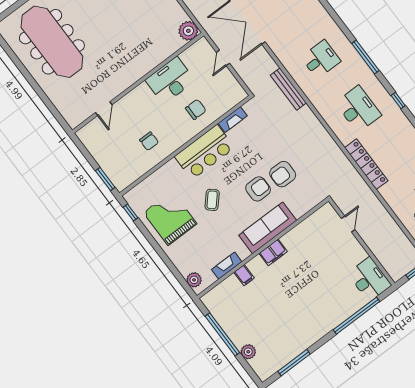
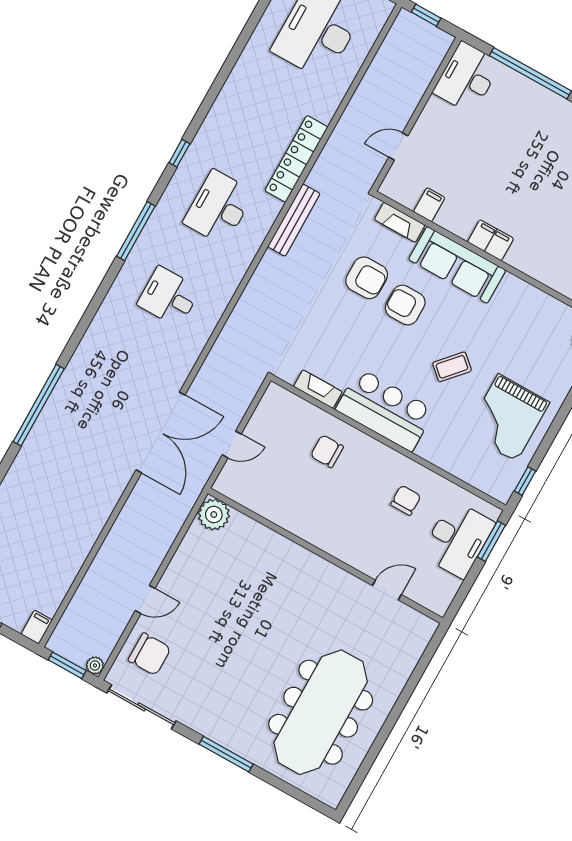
desk: (170, 80) -> (458, 539), moved, turned -90
bench: (288, 89) -> (294, 220), moved
fireplace: (227, 266) -> (400, 222), moved
filing cabinet: (244, 275) -> (429, 205), moved

